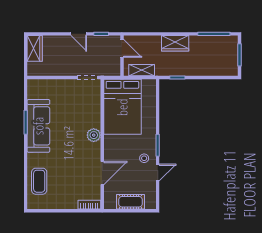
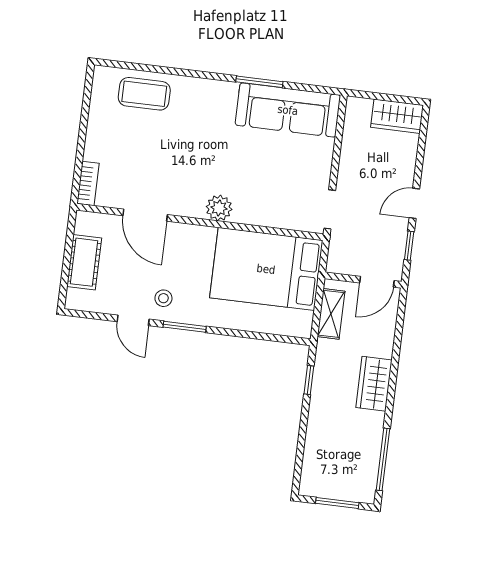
sofa: (38, 126) -> (288, 110), moved

